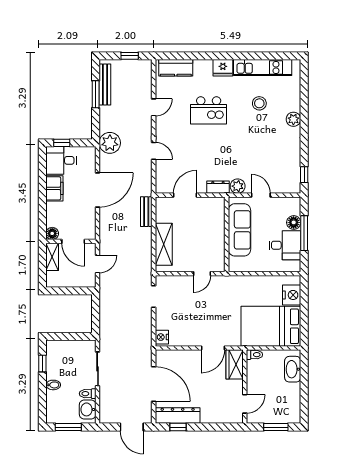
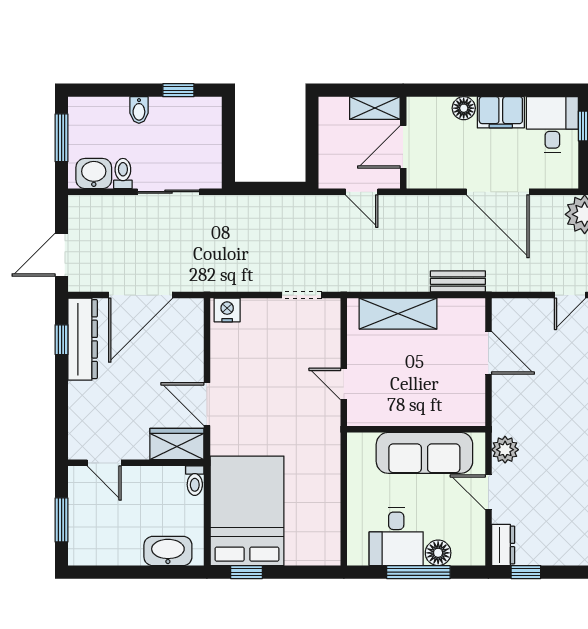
dresser: (218, 187) -> (503, 545), moved
door: (261, 195) -> (488, 492), swing flipped
floor lamp: (52, 233) -> (464, 108), moved
nightstand: (292, 295) -> (305, 549), removed
window: (304, 327) -> (246, 572), added

